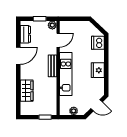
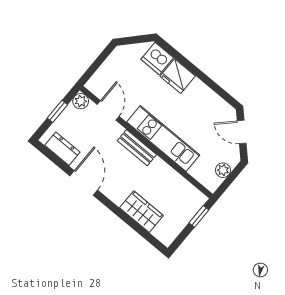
fridge: (98, 70) -> (178, 76), moved
door: (97, 105) -> (242, 132), swing flipped

